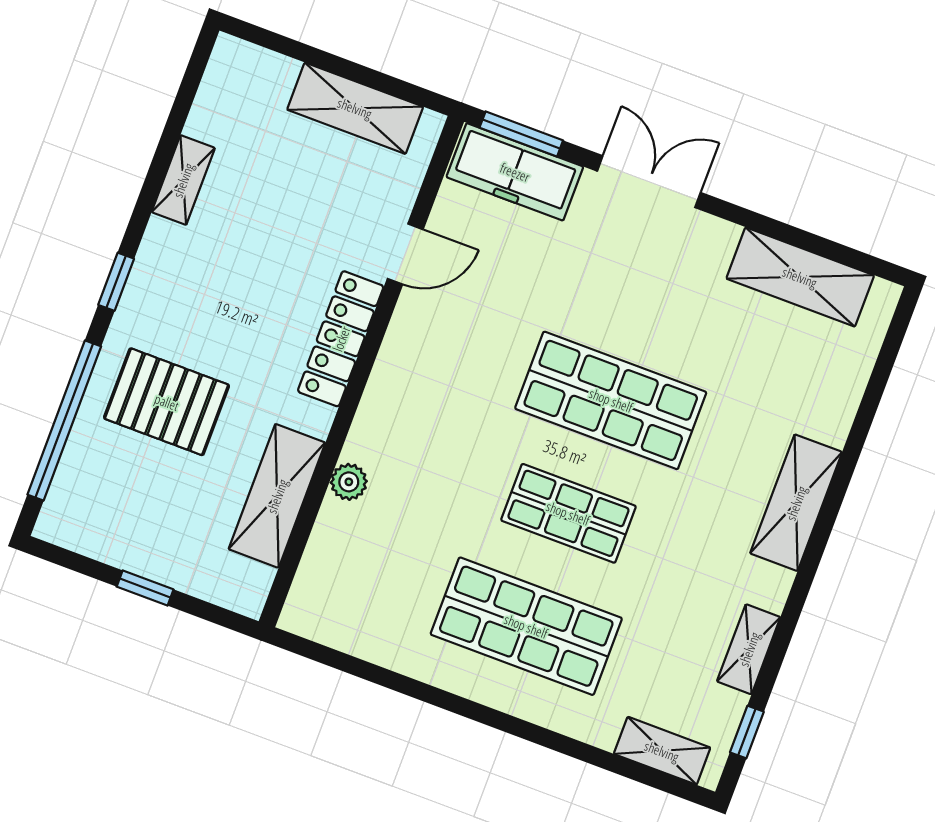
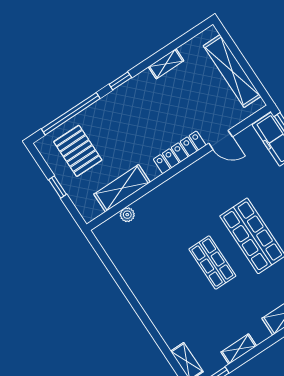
shelving: (355, 108) -> (232, 71), width x1.47
pallet: (167, 402) -> (78, 151), moved
plant: (349, 482) -> (127, 215), moved
shop shelf: (526, 626) -> (172, 289), removed

